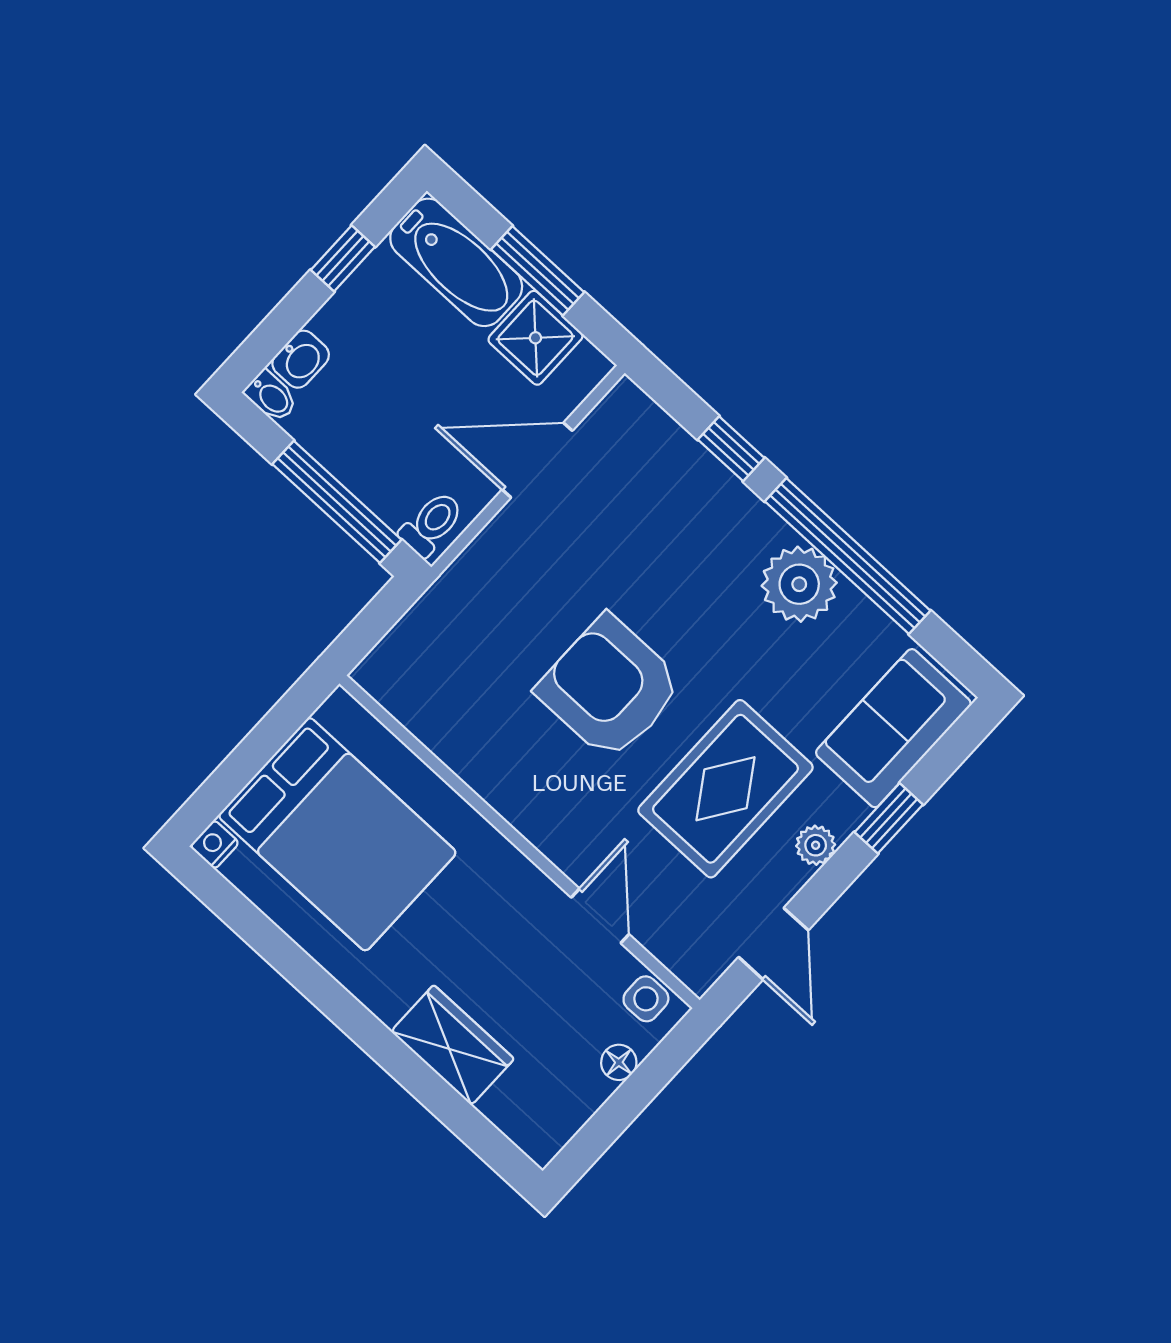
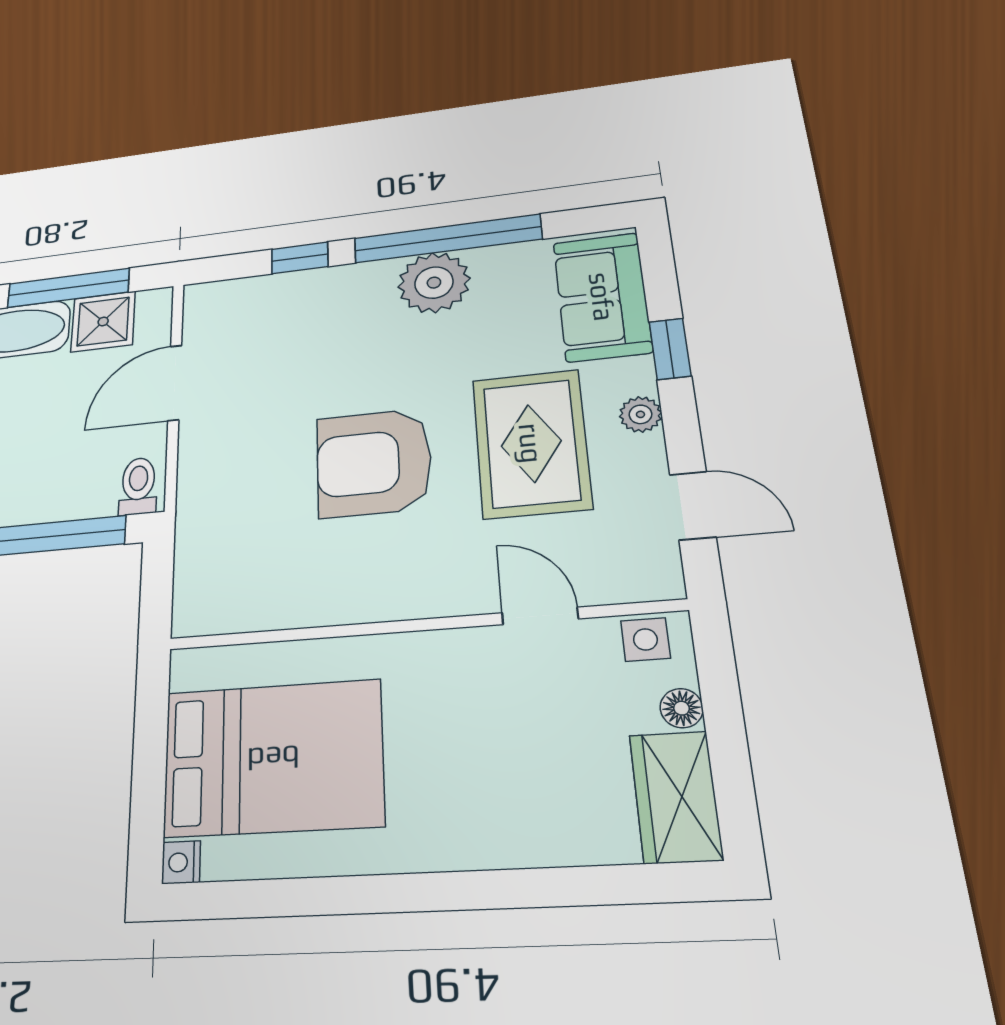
window: (538, 271) -> (68, 288), width x1.44
wardrobe: (453, 1045) -> (676, 797), moved, turned -90

